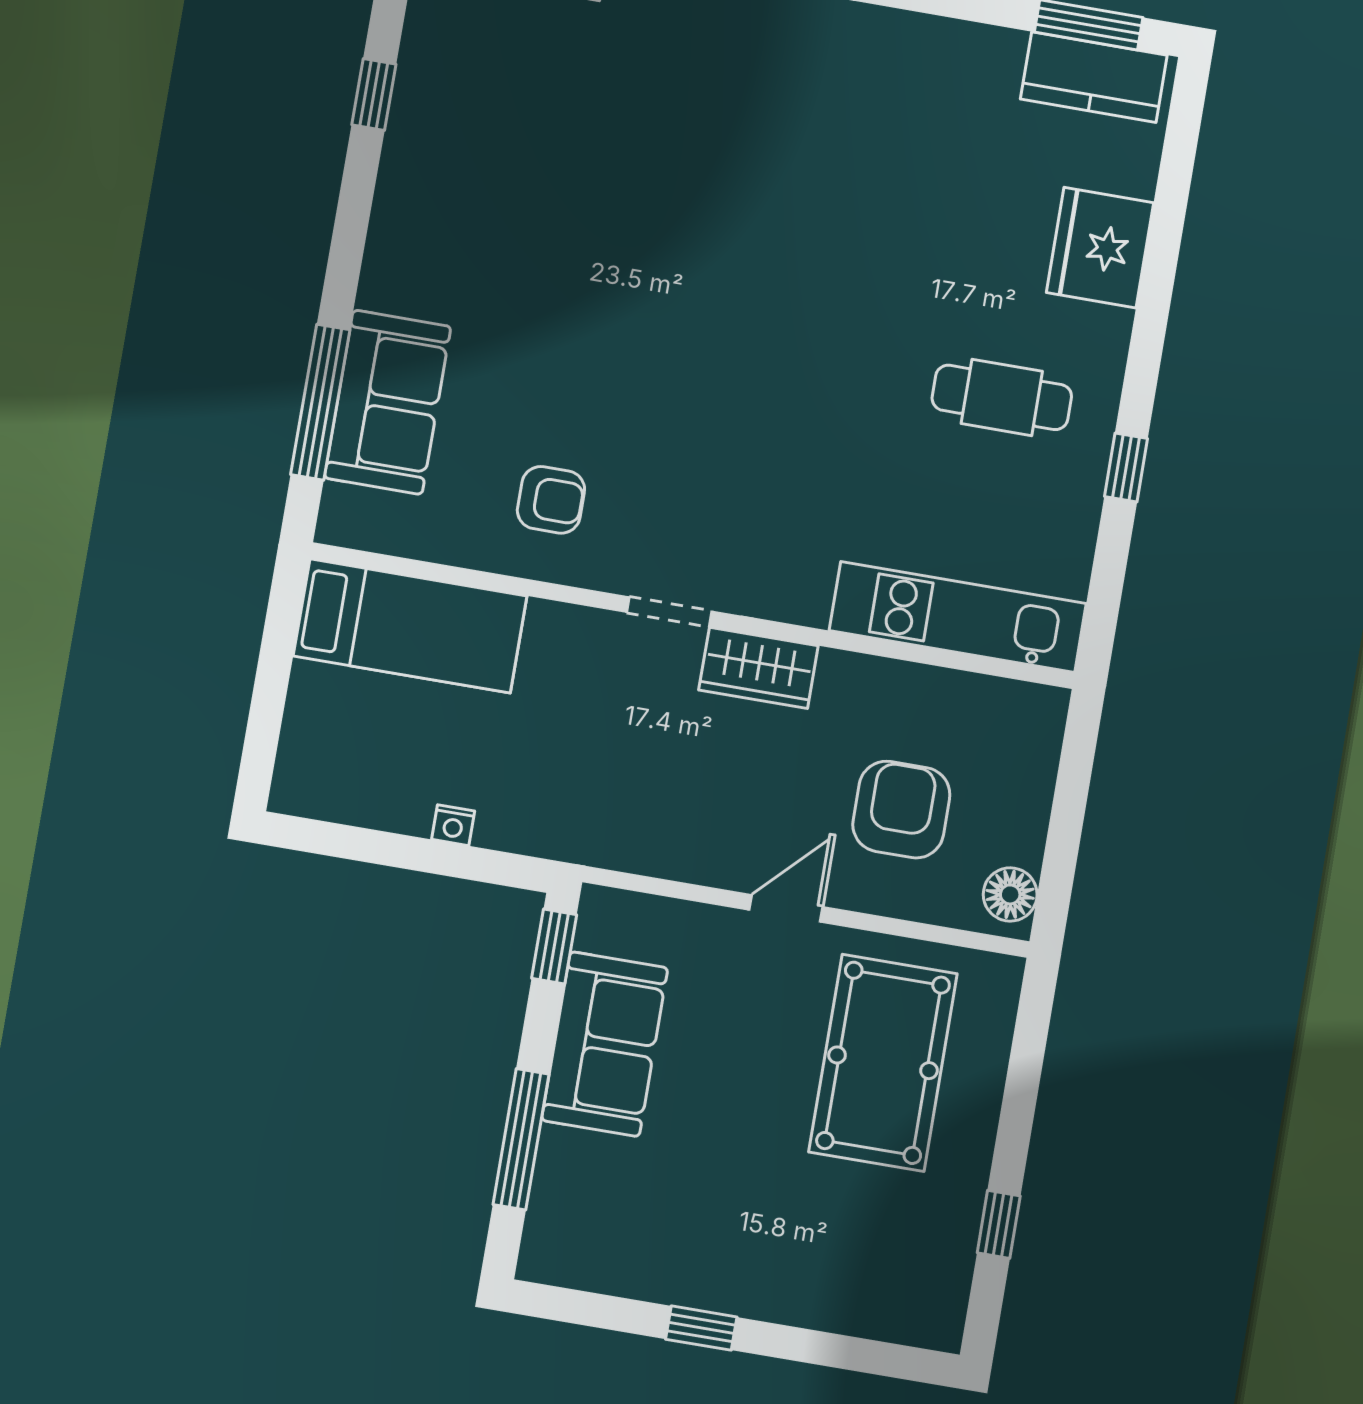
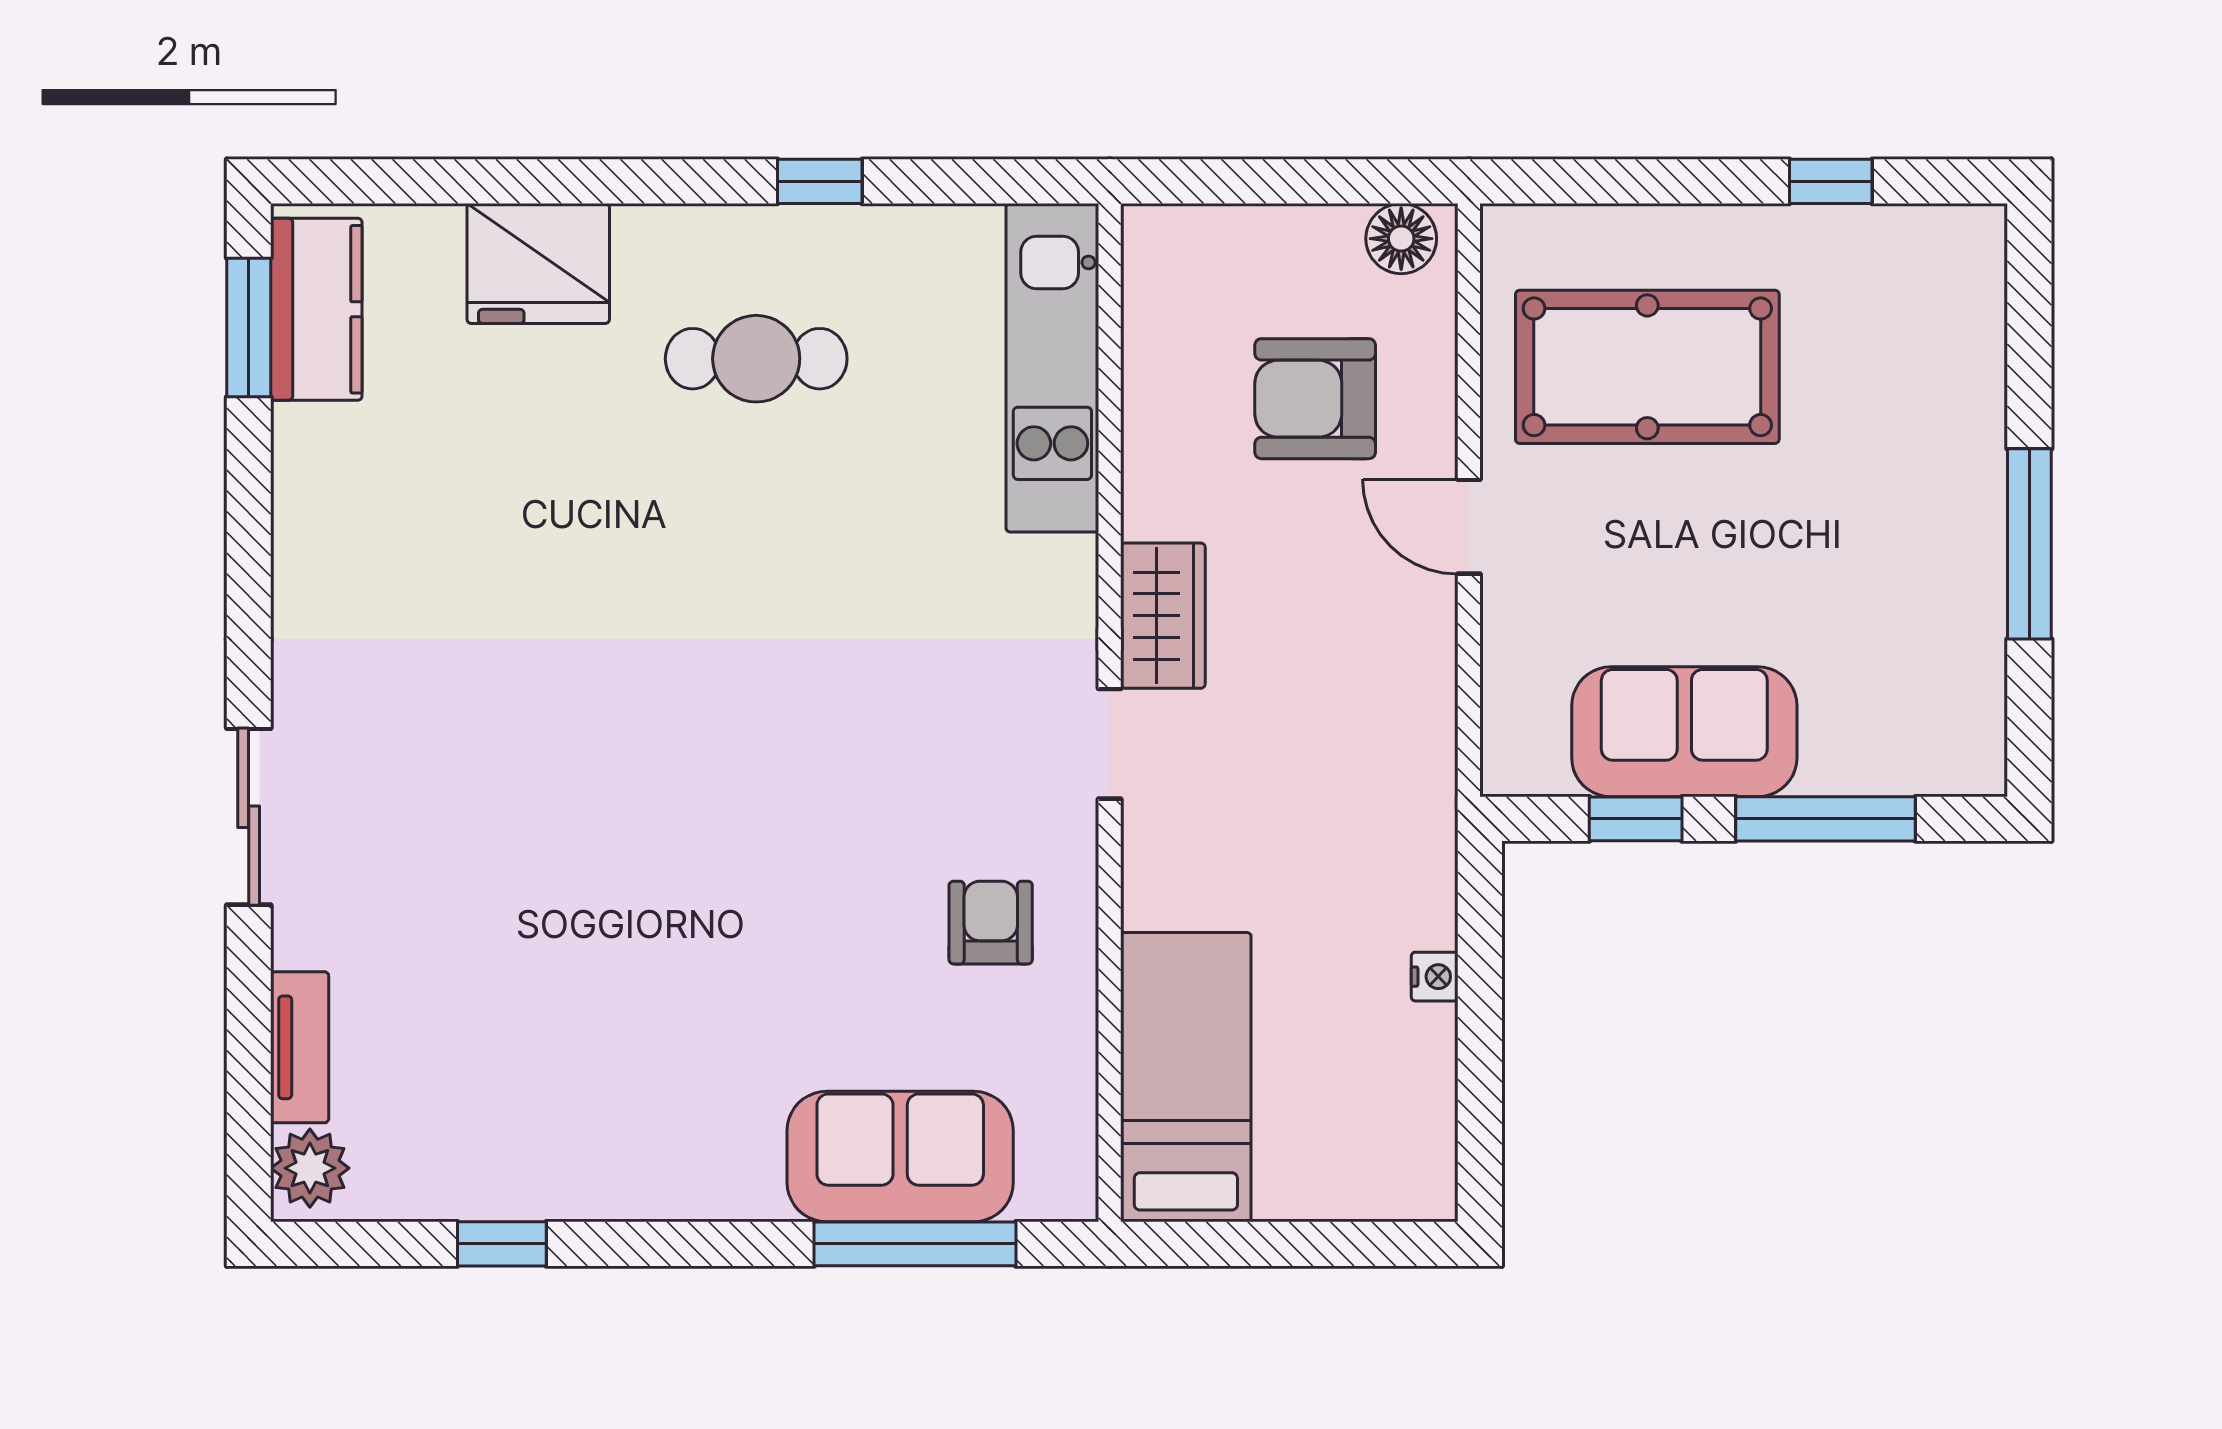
cafe table: (1002, 397) -> (756, 359), turned 90
window: (554, 947) -> (1636, 819), moved
window: (701, 1328) -> (2029, 544), width x2.17

